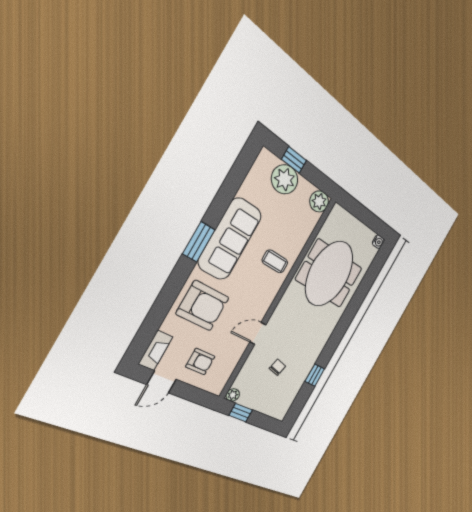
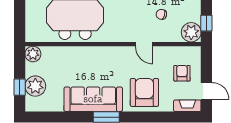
coffee table: (275, 261) -> (90, 61), removed
plant: (233, 395) -> (191, 32), width x1.87, depth x1.87

